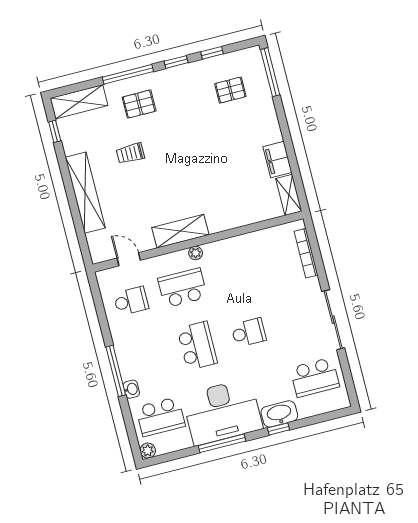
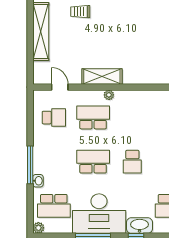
school desk: (249, 333) -> (132, 162), turned 90
school desk: (197, 346) -> (93, 162), turned -90

